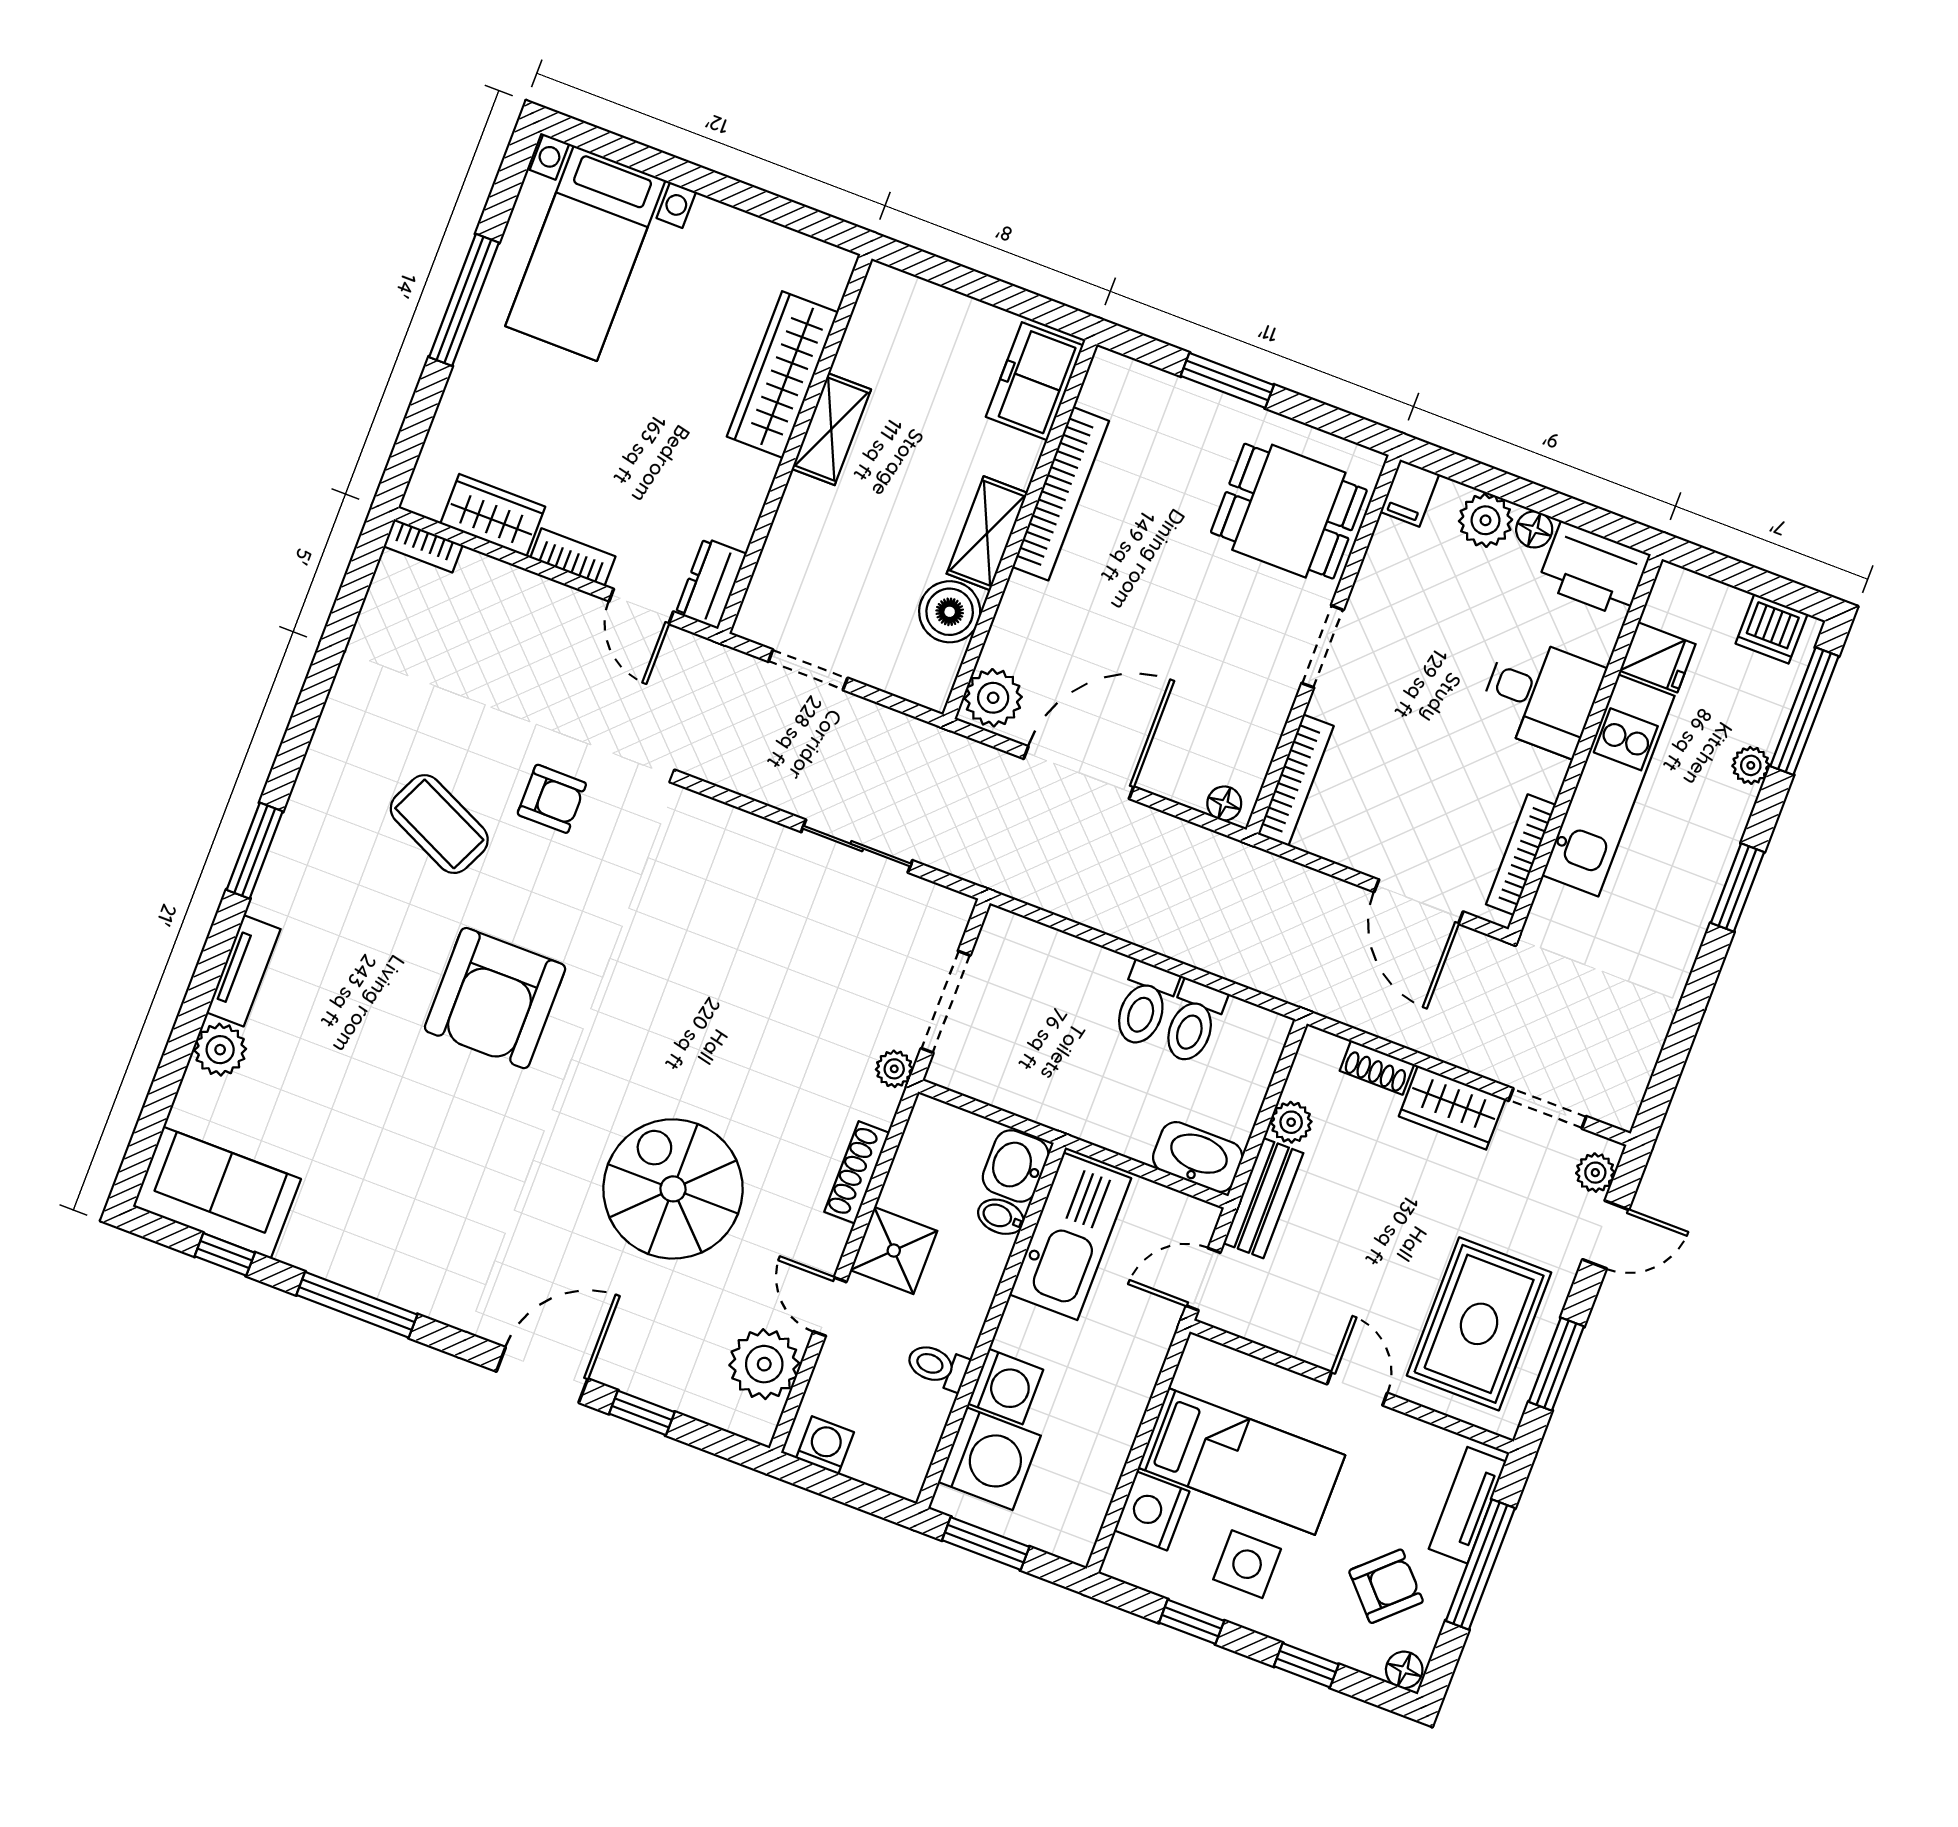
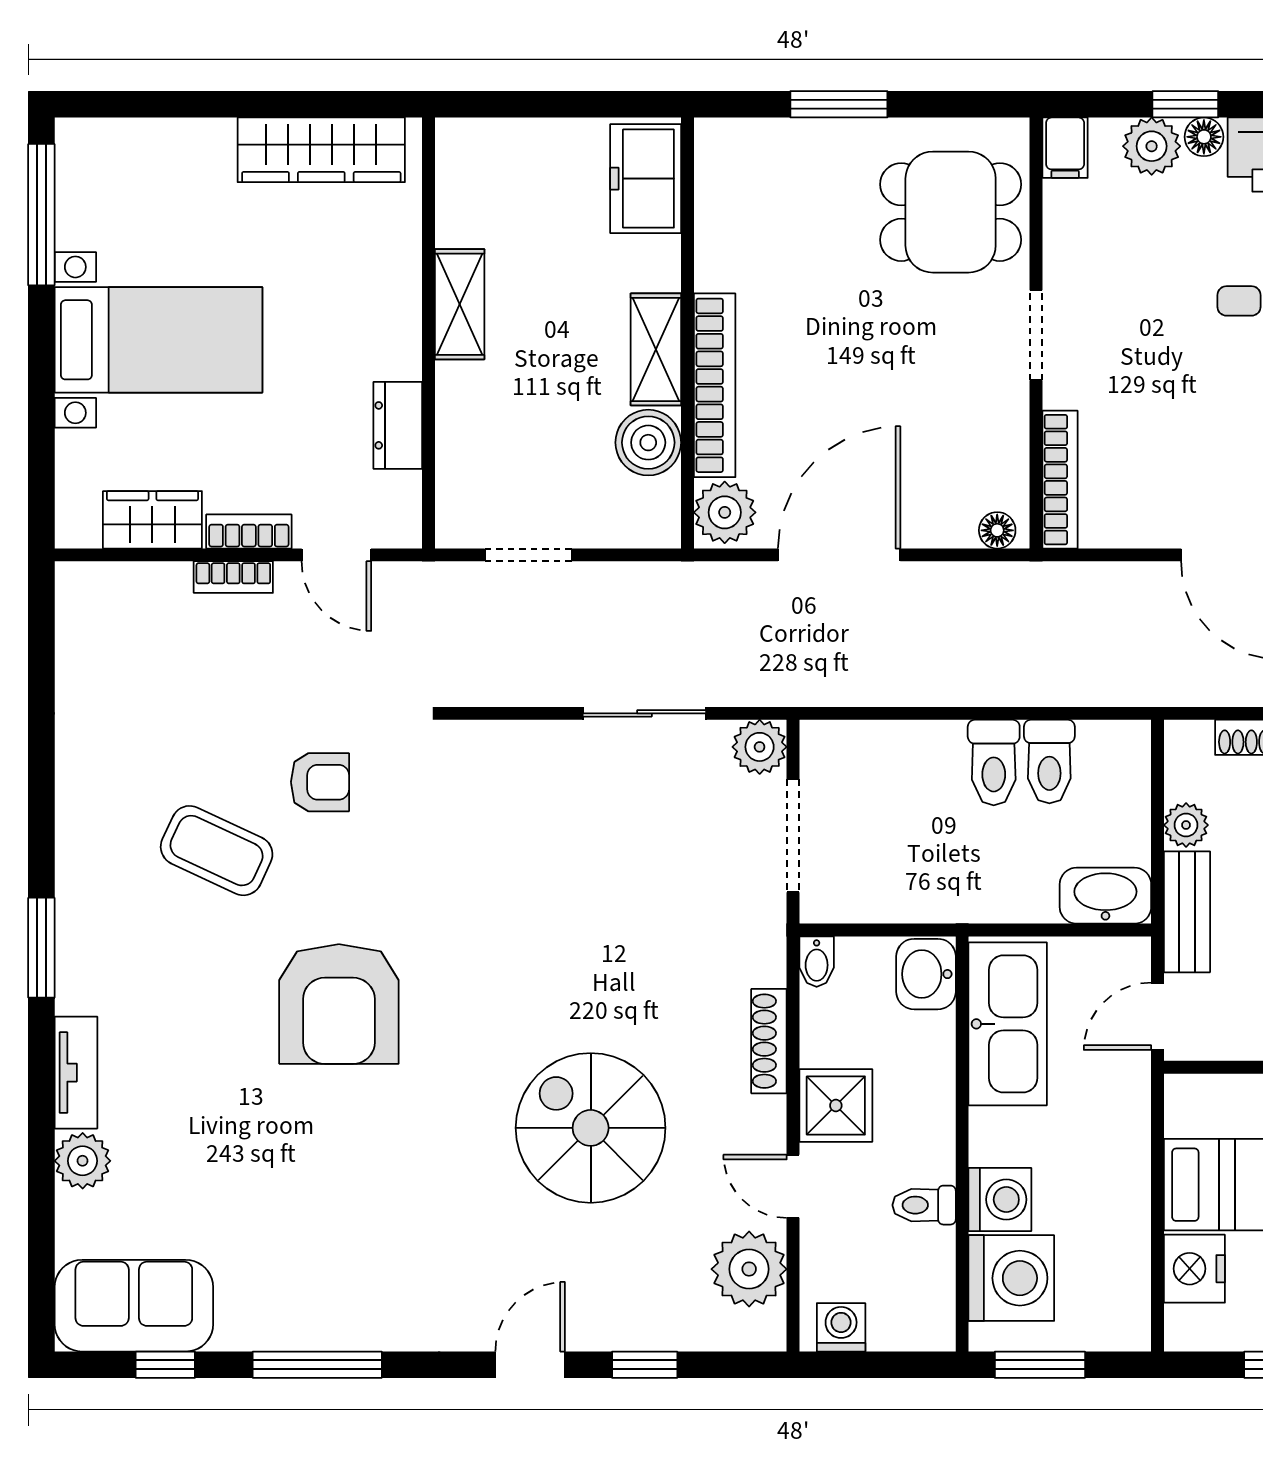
bed with nightstands: (585, 253) -> (158, 340), moved, turned -90
window: (464, 300) -> (41, 215), moved
wardrobe: (783, 375) -> (321, 150), moved, turned -90
bookcase: (1061, 494) -> (715, 385), moved
window: (1529, 495) -> (1185, 104), added
bookcase: (423, 546) -> (233, 577), moved
dresser: (711, 583) -> (398, 425), moved
plant: (894, 1069) -> (760, 747), moved, width x1.38, depth x1.38
bidet: (1001, 1217) -> (817, 962), moved, turned -90
door: (542, 1375) -> (530, 1365), width x0.73

